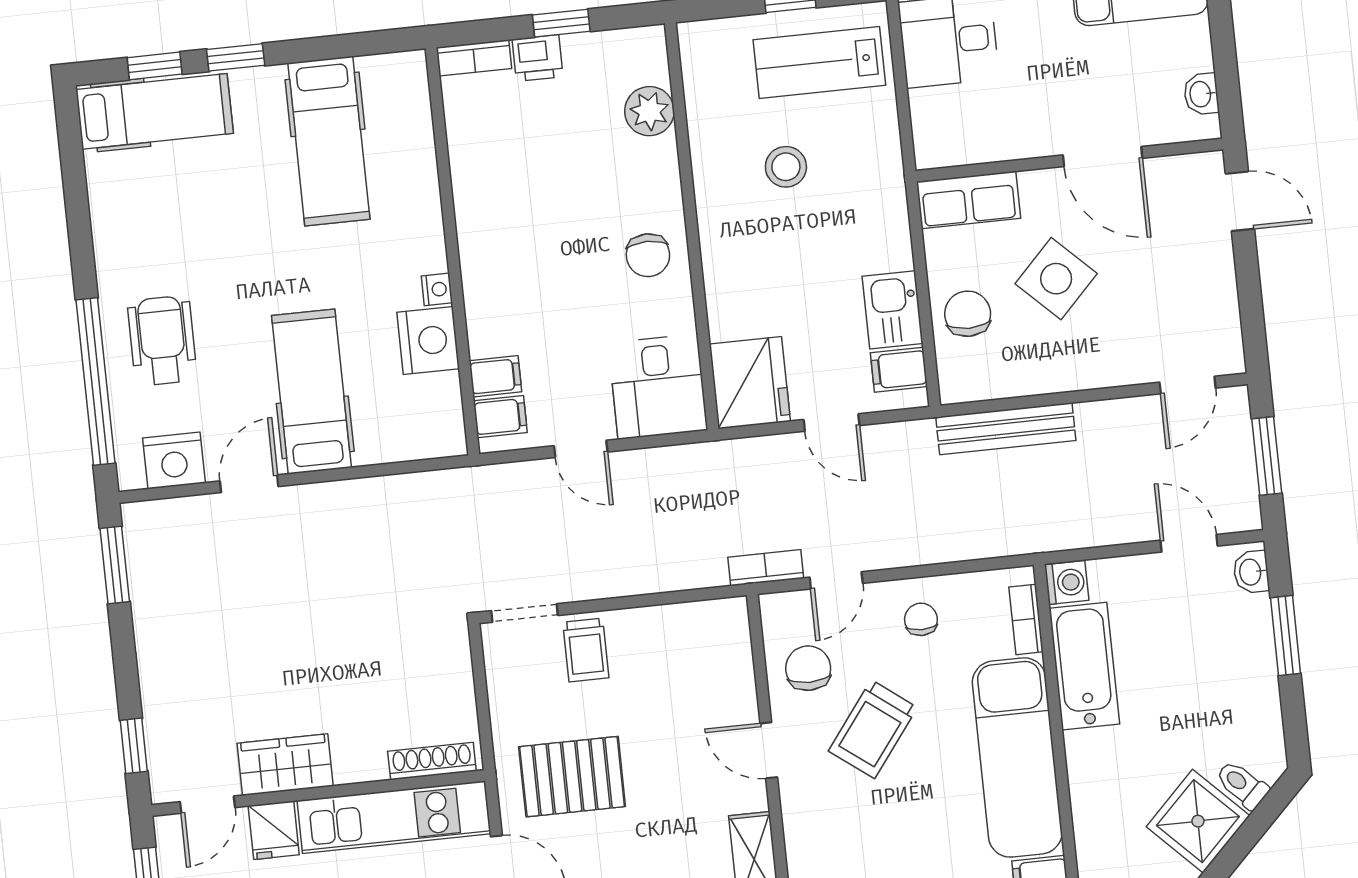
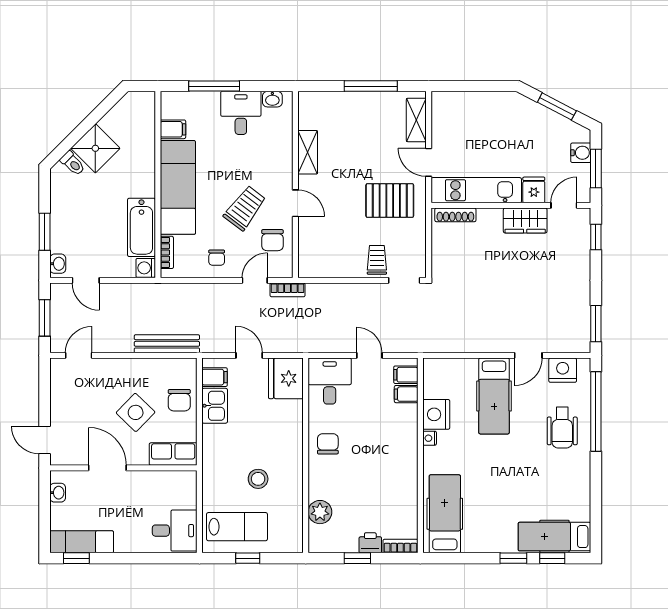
hospital bed: (329, 141) -> (445, 514), moved

